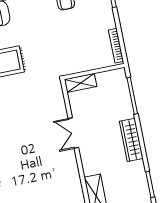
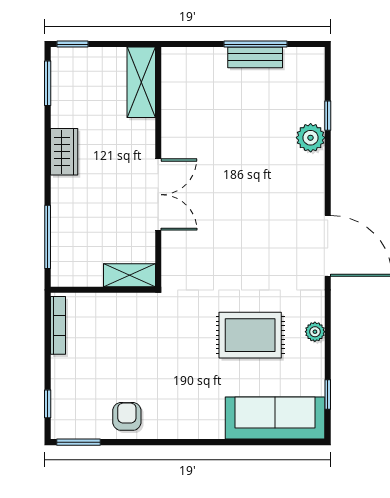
double door: (73, 133) -> (158, 195), width x1.37
wardrobe: (131, 140) -> (64, 152), width x0.67

